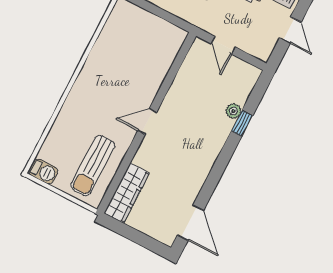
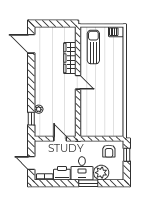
door: (147, 121) -> (78, 82), hinge flipped
window: (242, 123) -> (31, 119), moved
wardrobe: (127, 193) -> (70, 58), moved

